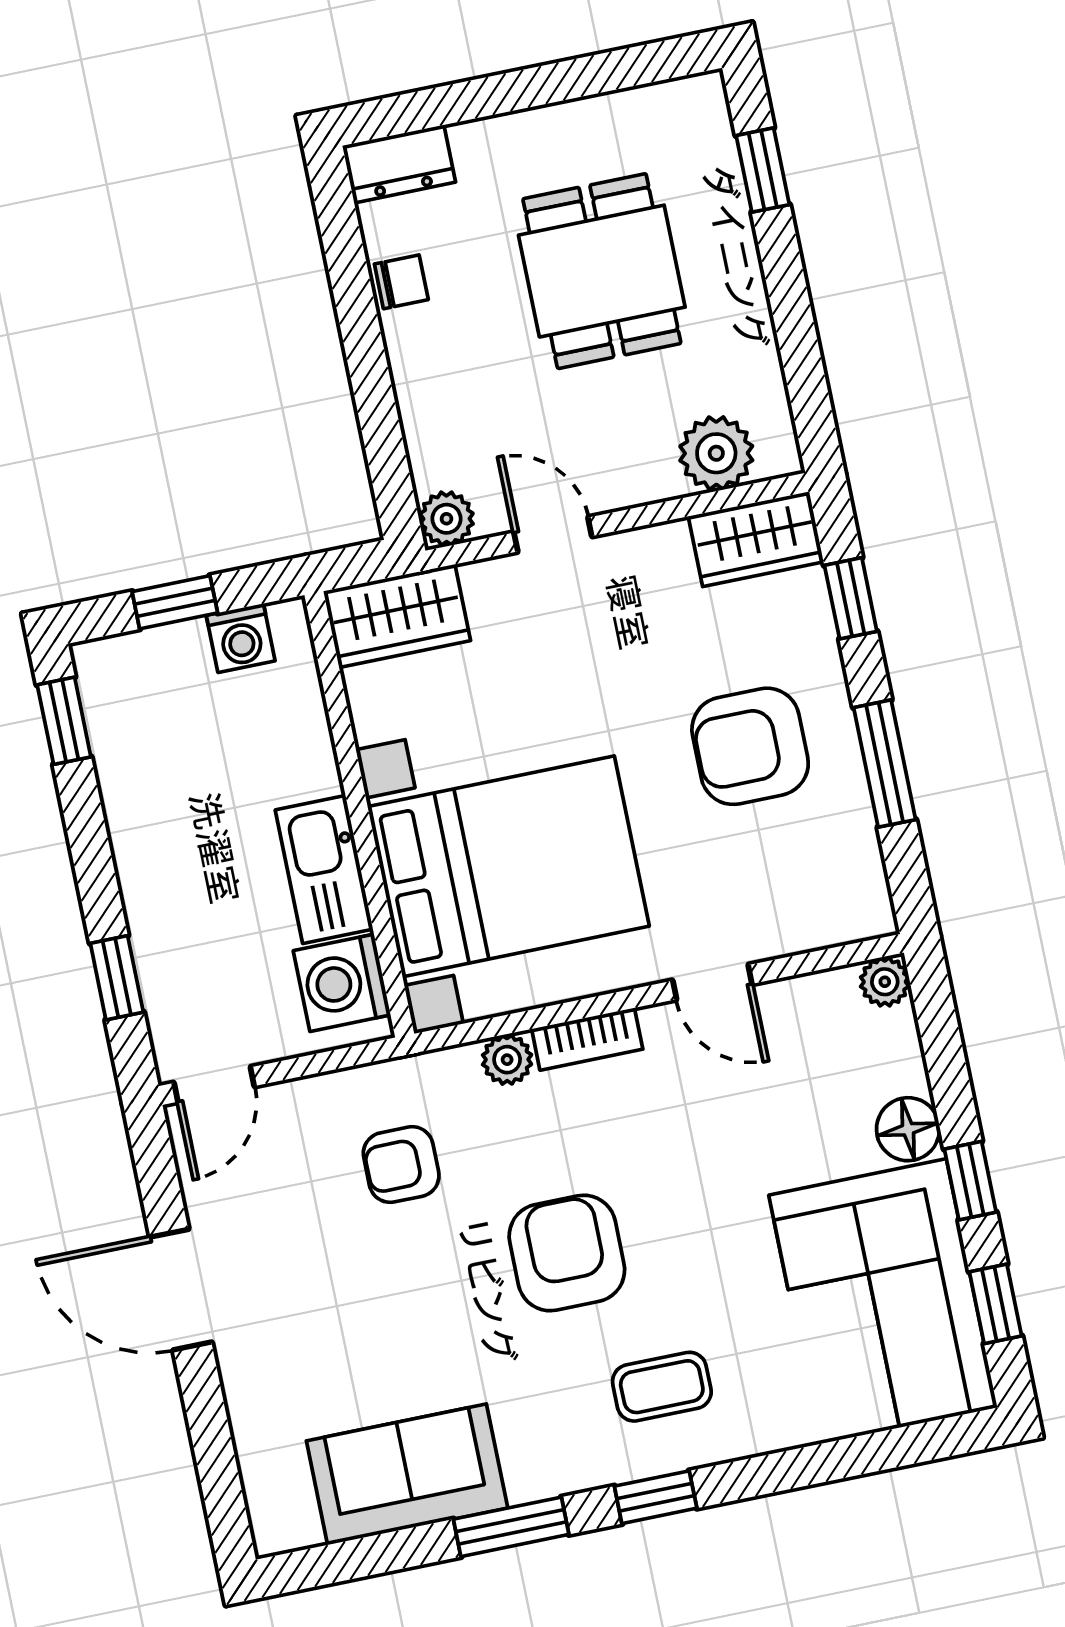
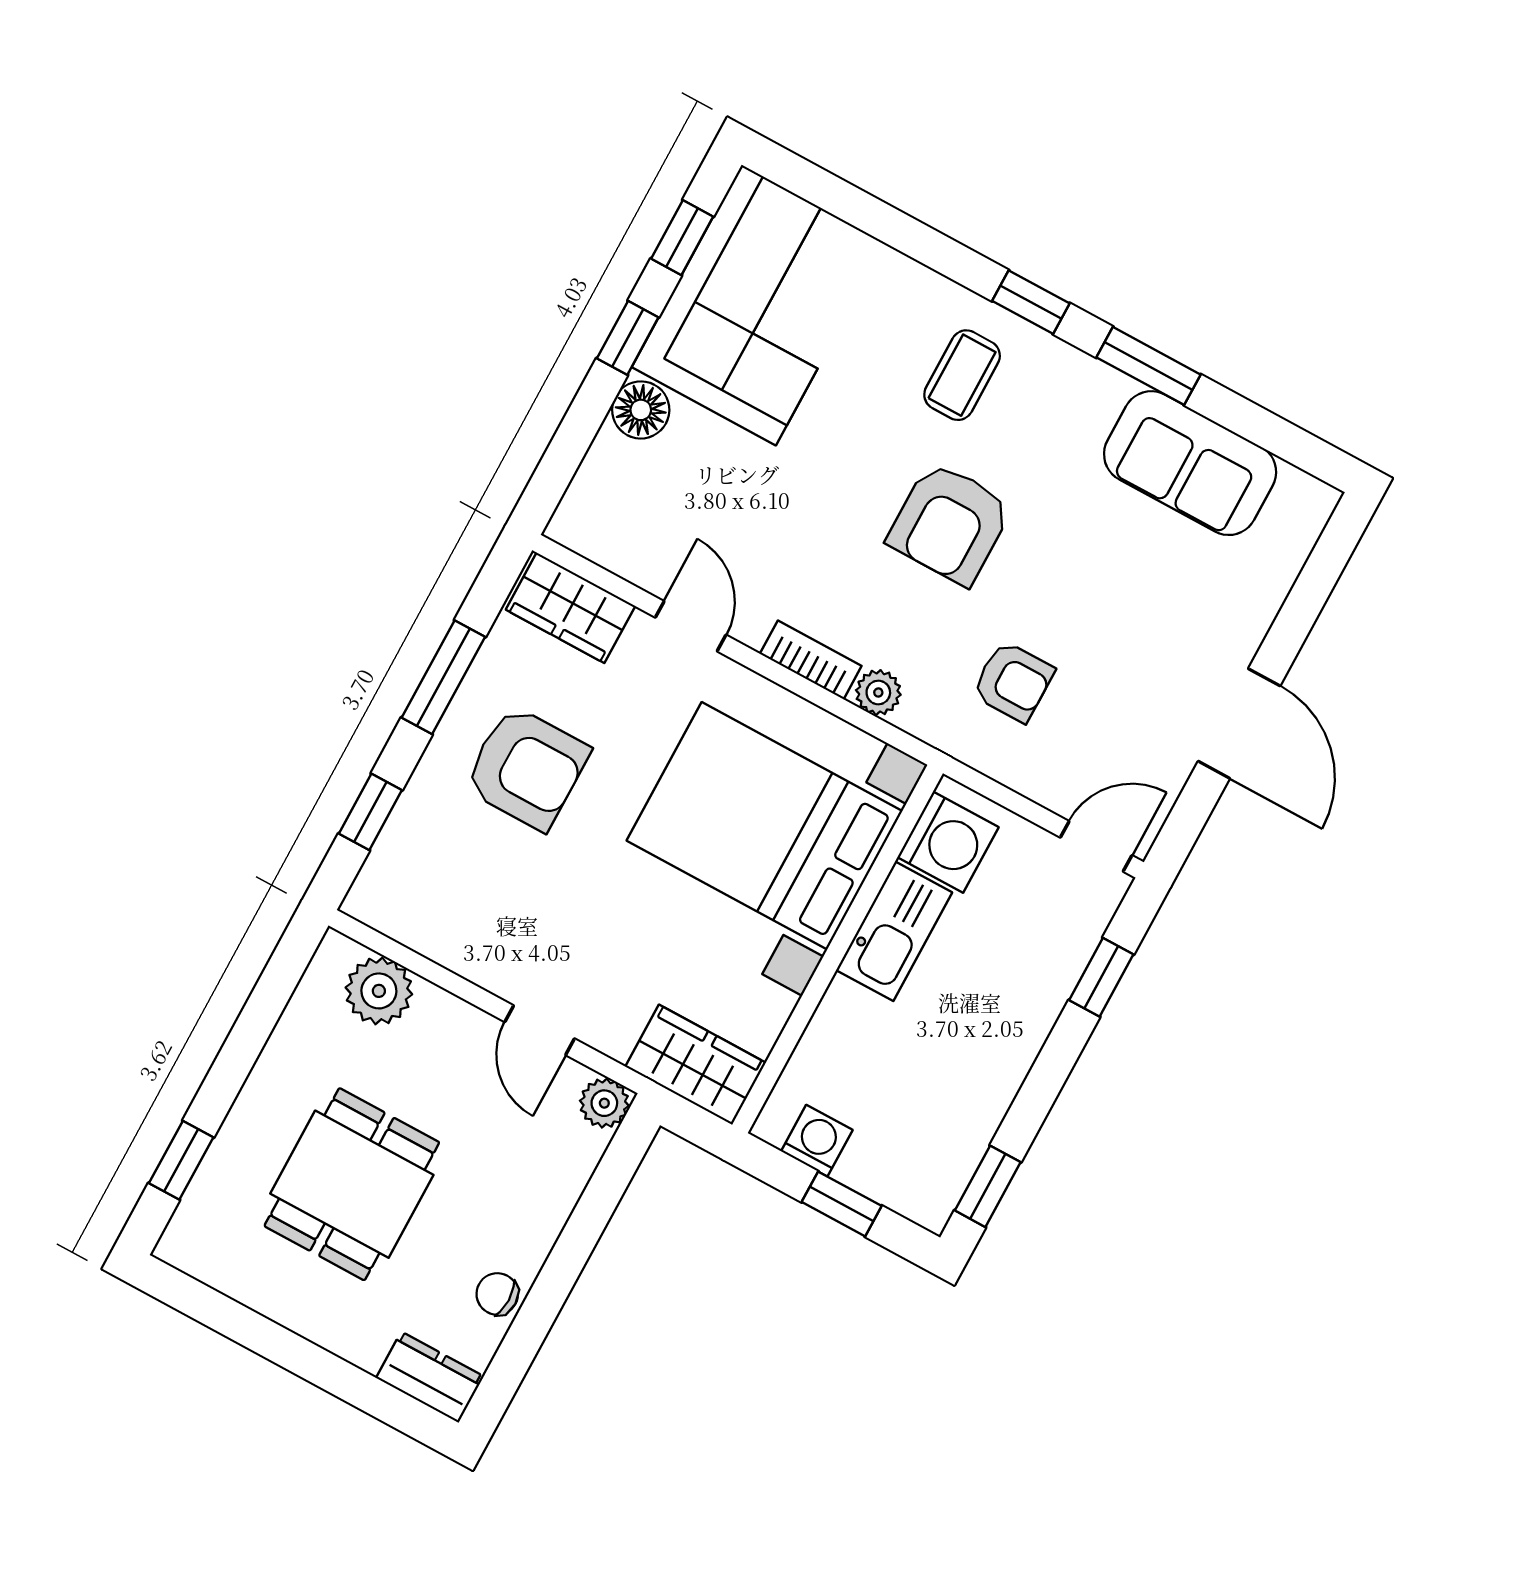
wardrobe: (756, 539) -> (570, 608), moved, turned 180
plant: (885, 982) -> (571, 526), removed
coffee table: (662, 1387) -> (962, 375), turned 90

